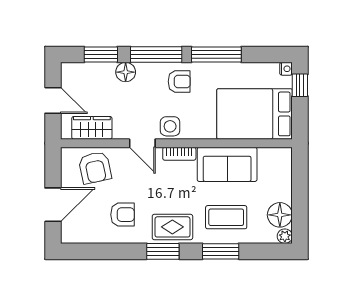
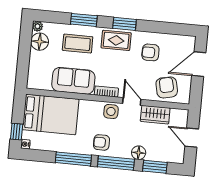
wardrobe: (92, 128) -> (155, 115), moved

